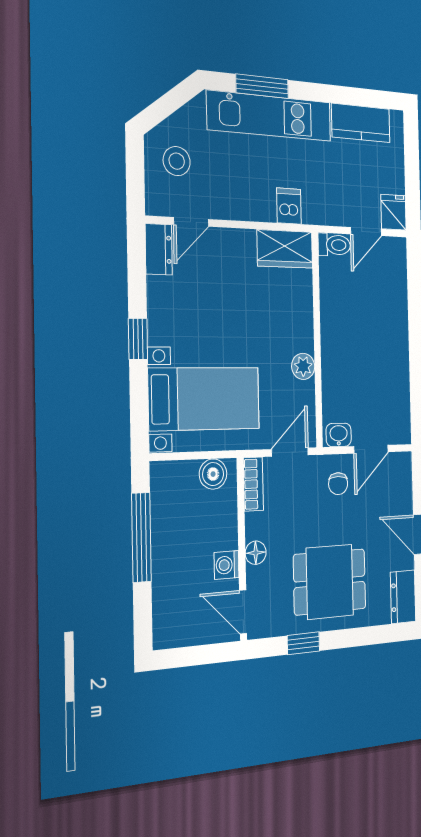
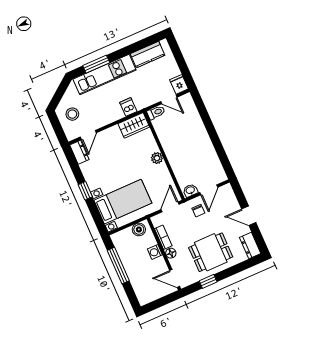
door: (366, 232) -> (169, 99), hinge flipped
plant: (303, 366) -> (157, 158), moved
bookcase: (253, 484) -> (163, 237), moved
washing machine: (227, 565) -> (155, 252), moved

